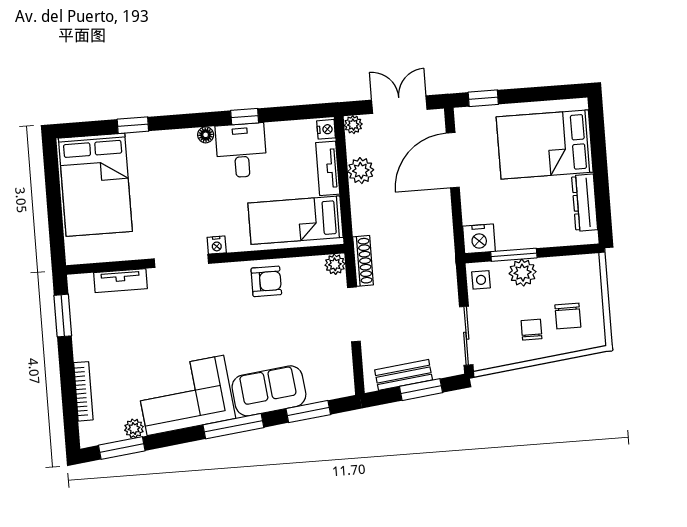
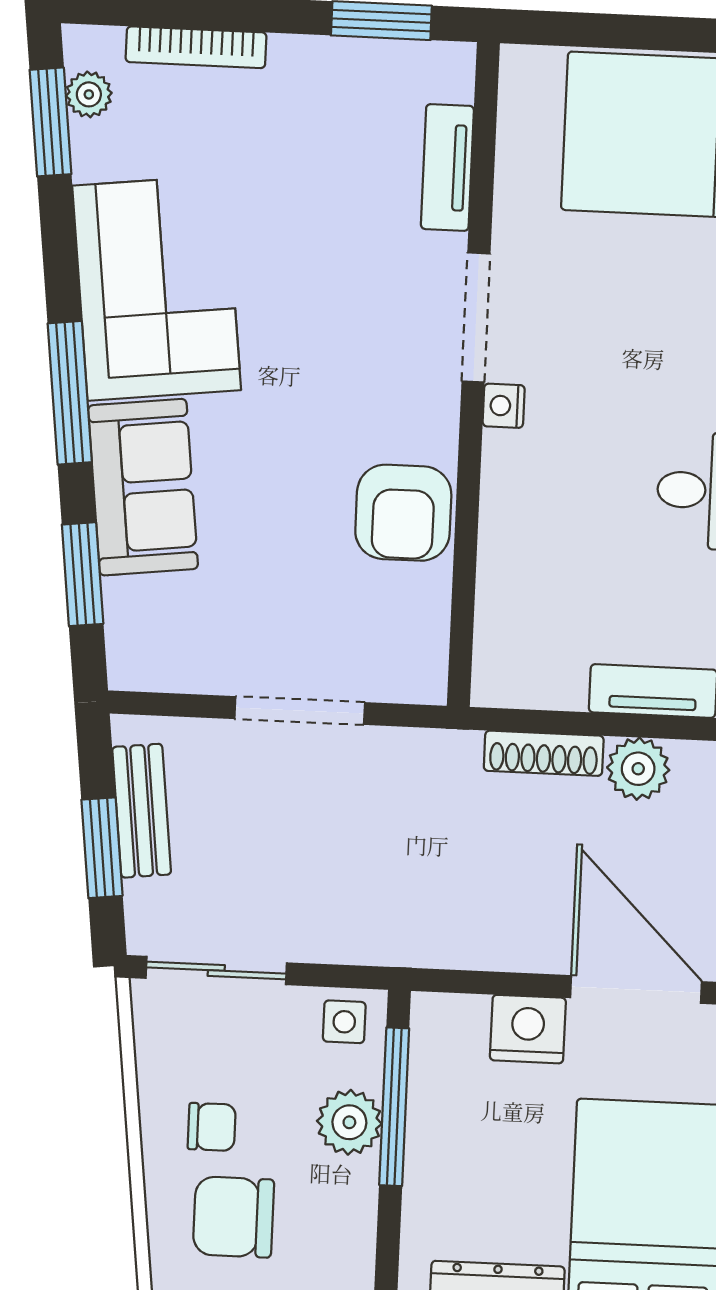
bed: (295, 220) -> (540, 600), removed
nightstand: (479, 239) -> (528, 1029), moved, turned 90
window: (514, 255) -> (394, 1107), width x1.44
shoe rack: (363, 261) -> (544, 753), moved
plant: (335, 264) -> (424, 680), removed
armchair: (266, 281) -> (403, 513), width x1.38, depth x1.38
chair: (568, 316) -> (233, 1217), width x1.37, depth x1.37
plant: (134, 428) -> (89, 94), moved

